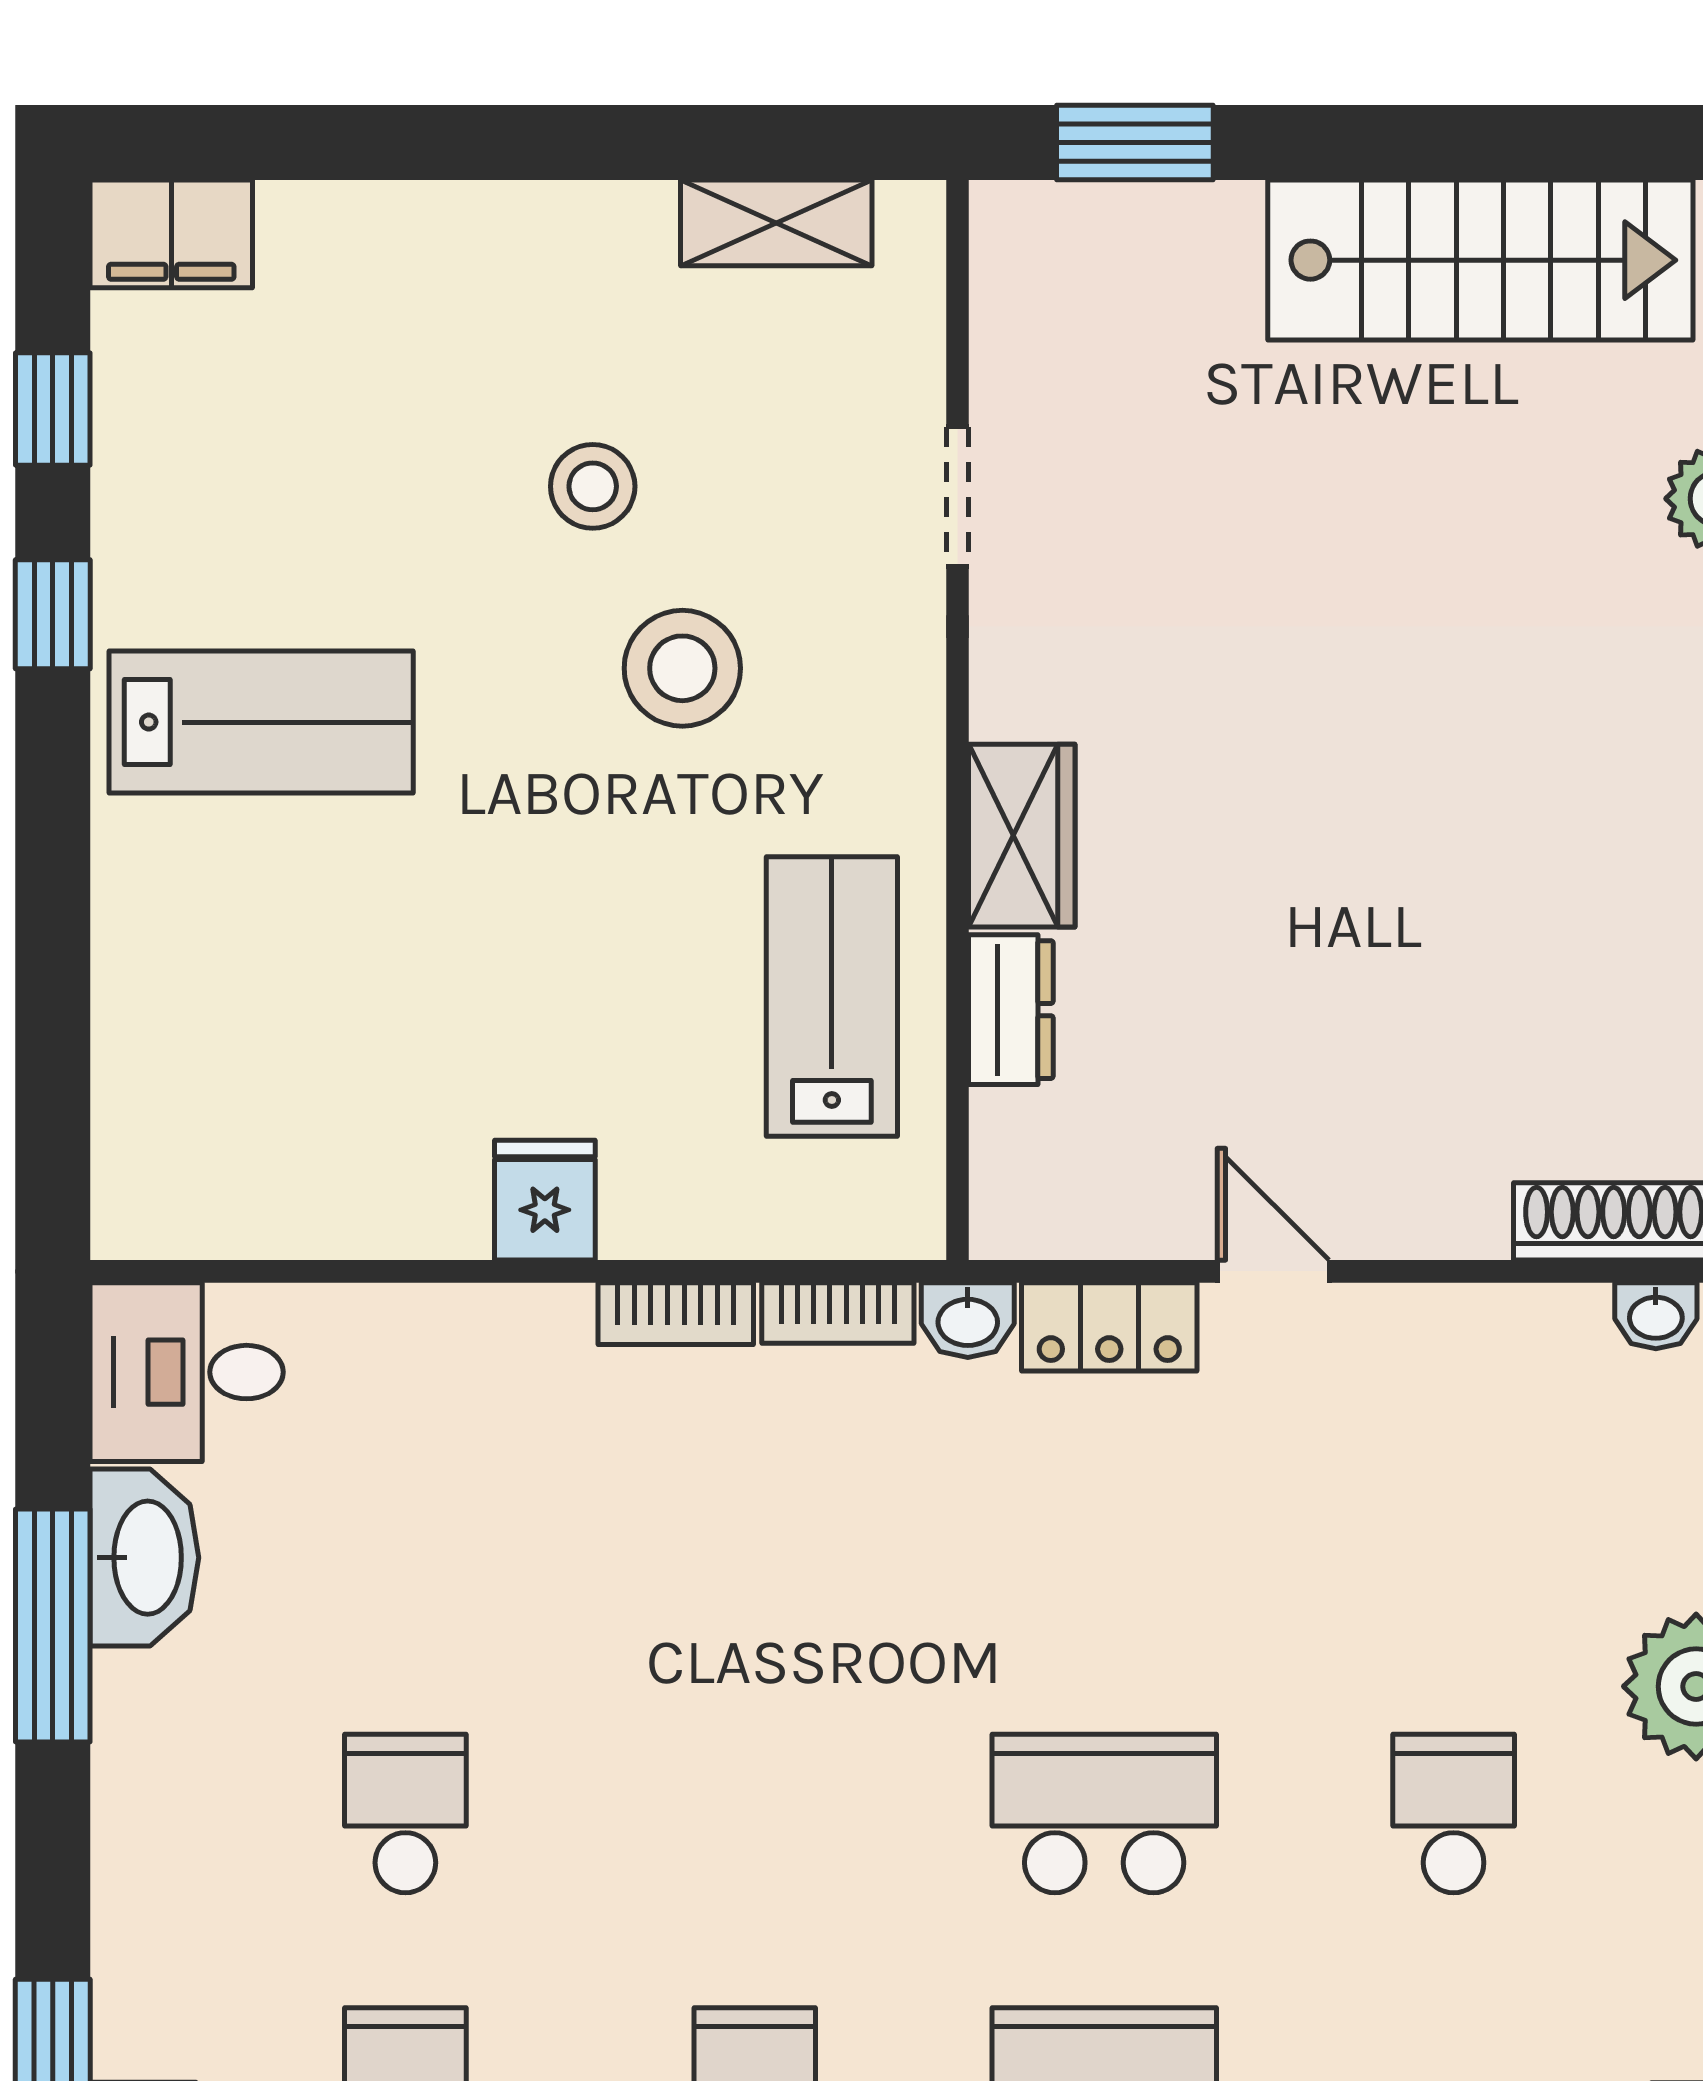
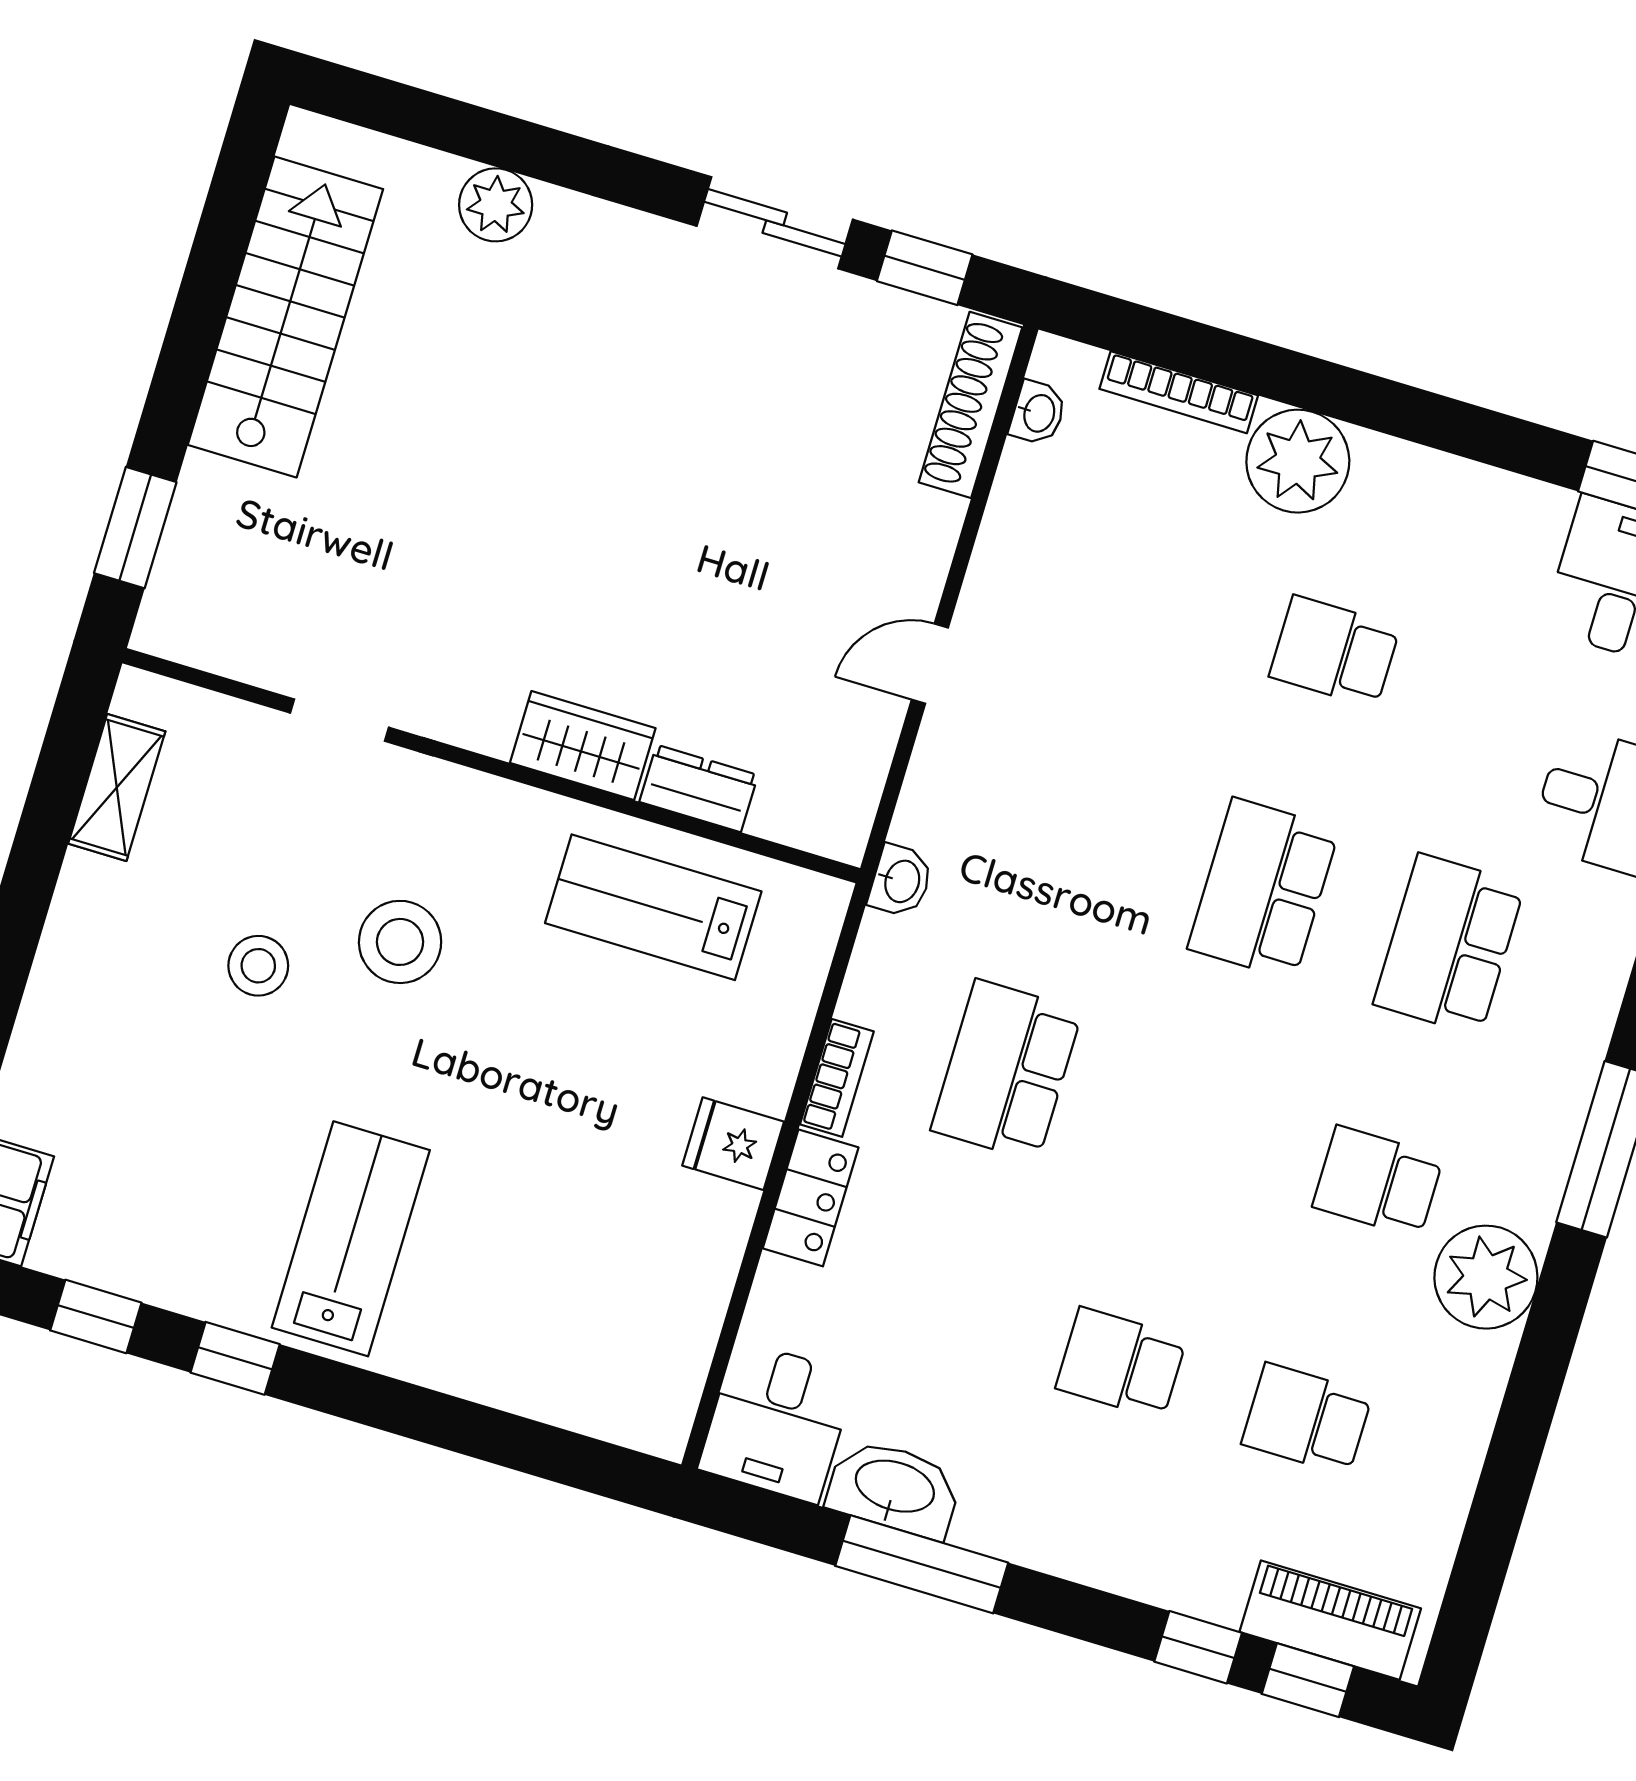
bookcase: (838, 1313) -> (869, 968), removed
locker: (1109, 1327) -> (811, 1198), moved
school desk: (755, 1540) -> (1007, 1070), added

